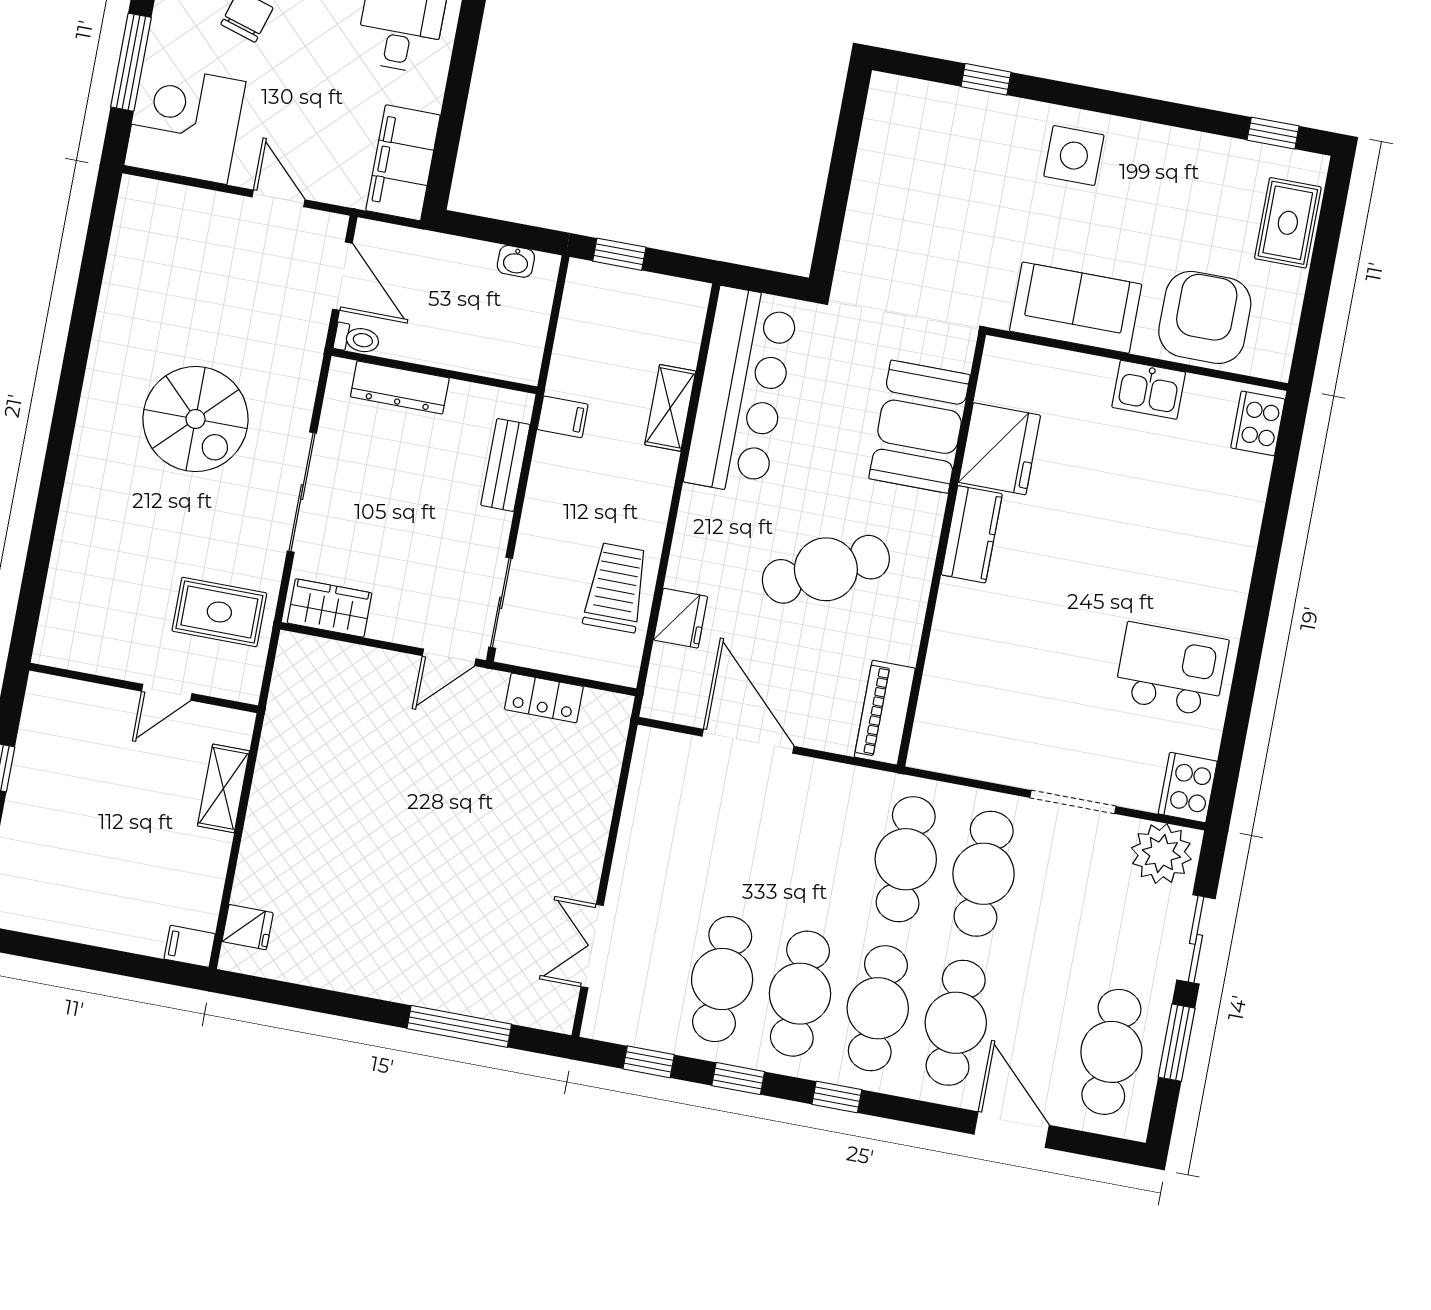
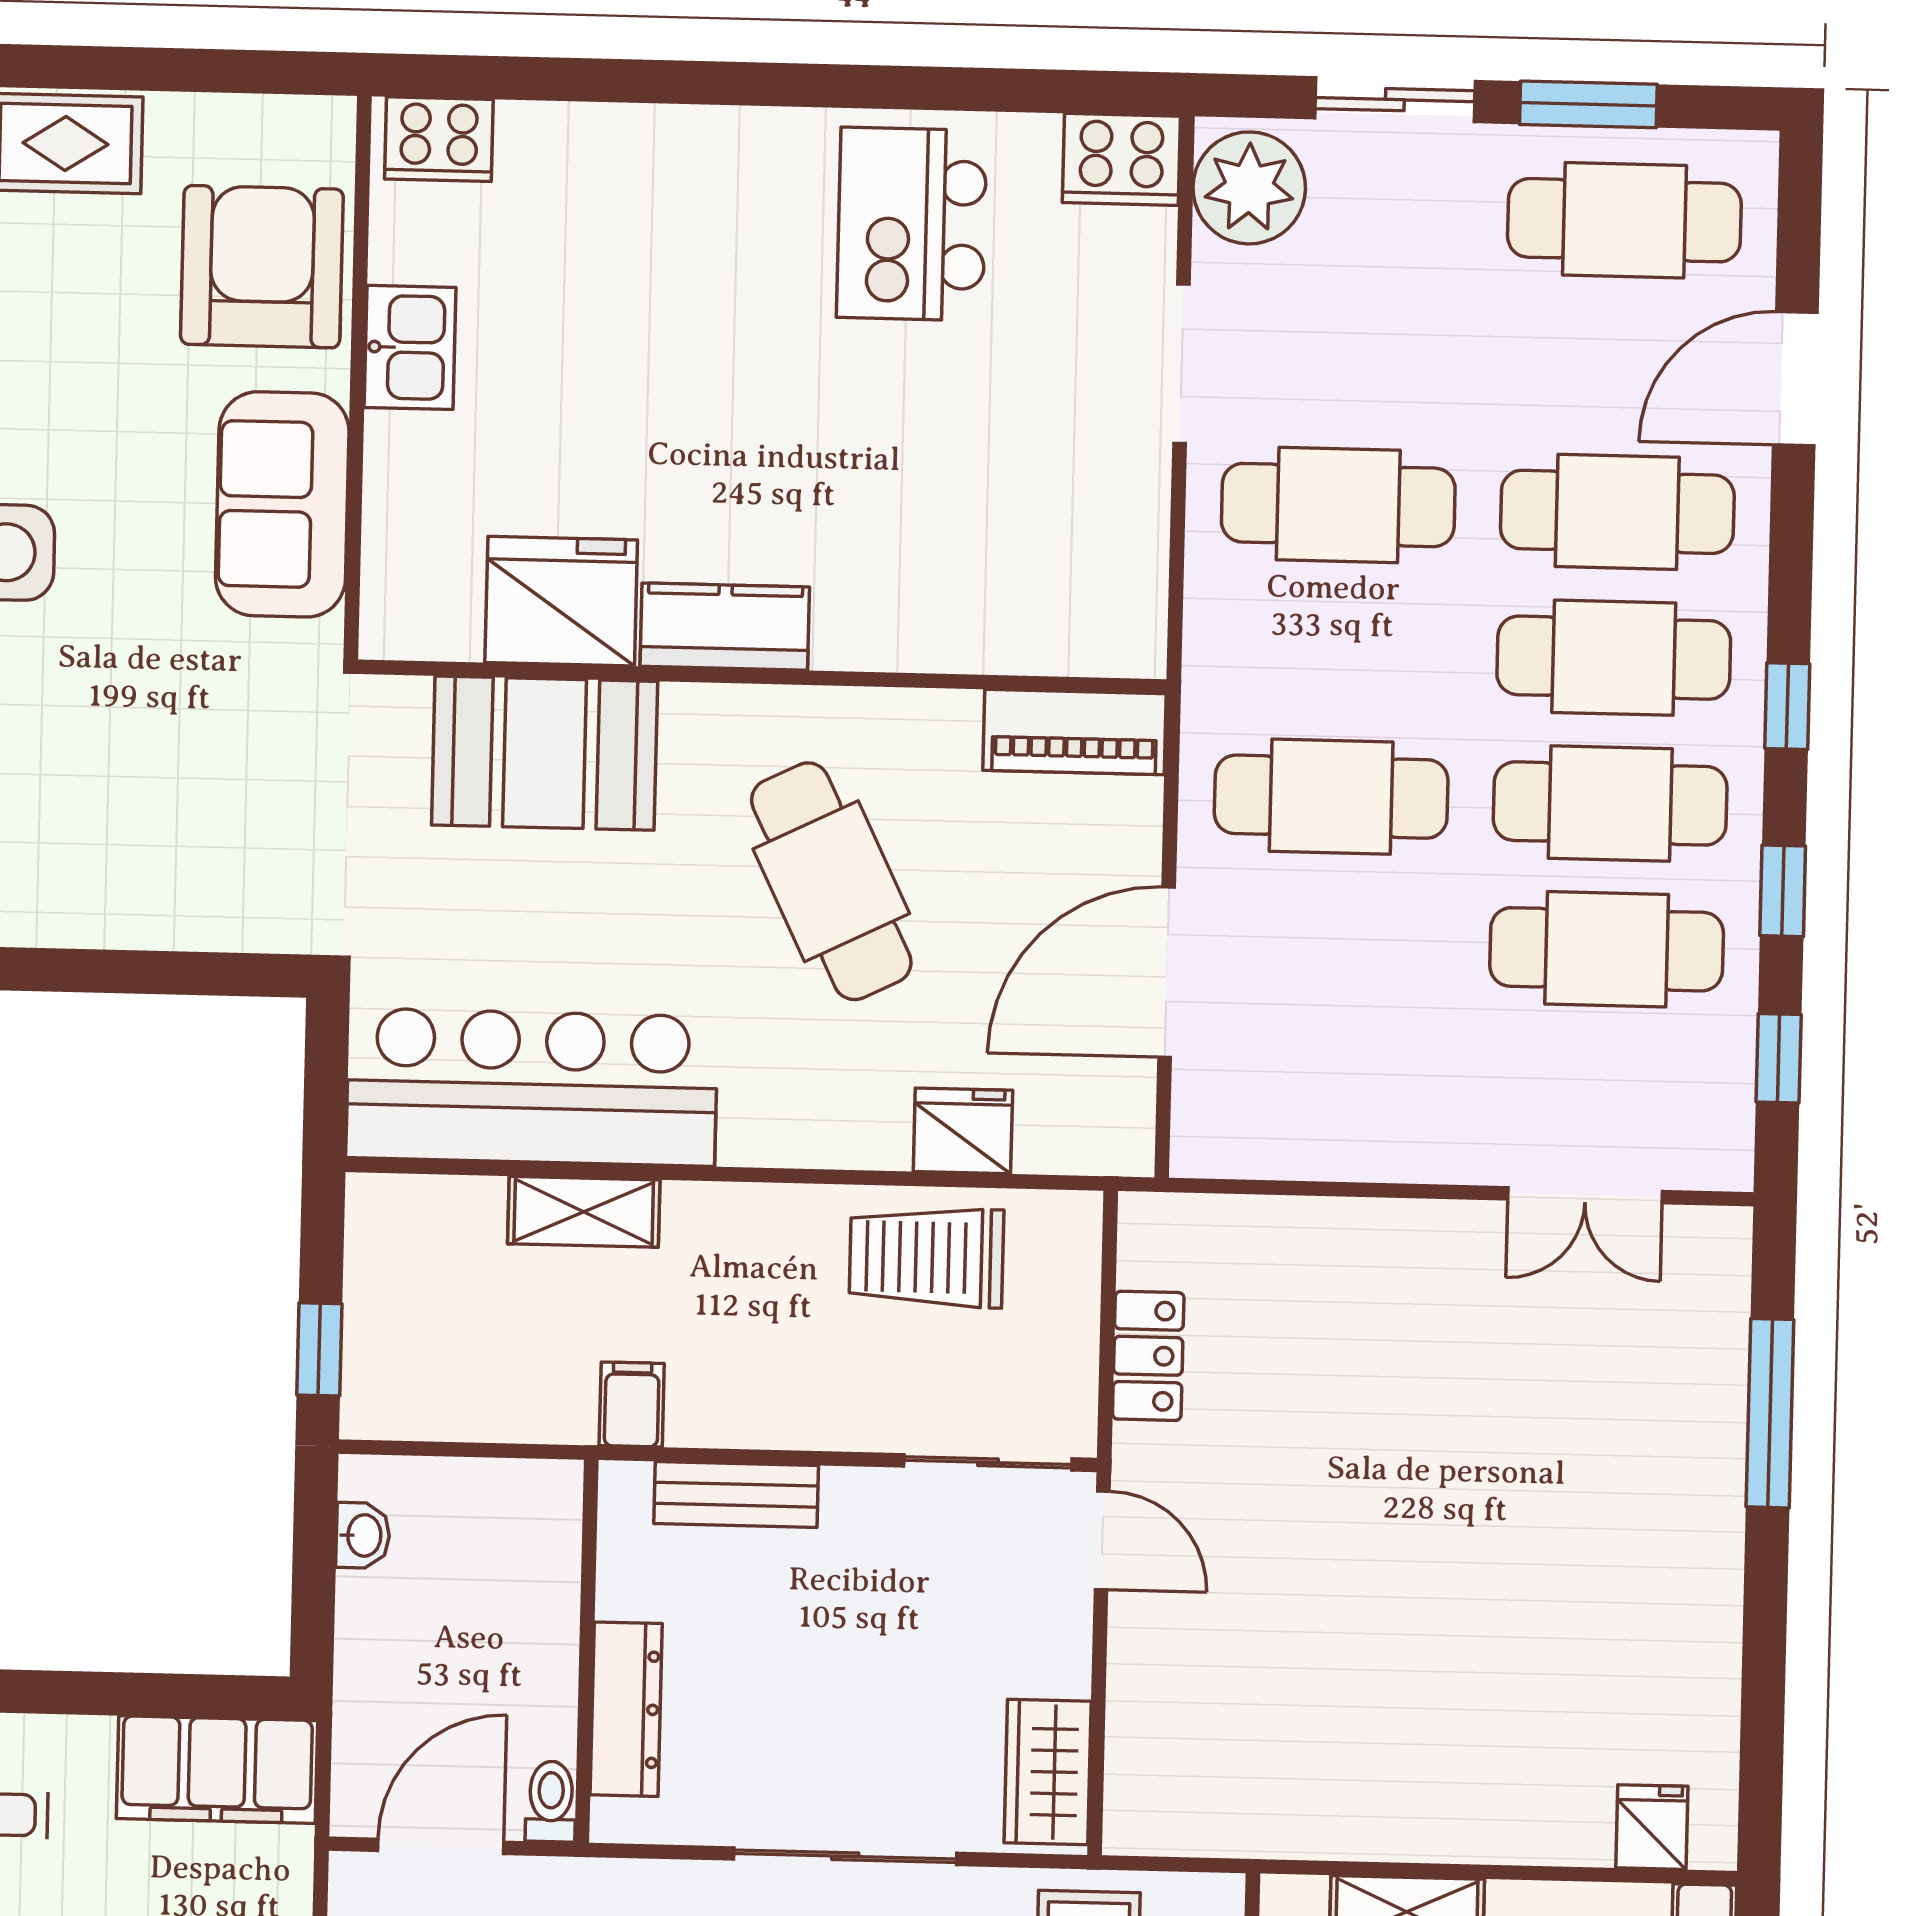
armchair: (1205, 317) -> (262, 267), turned 90
cafe table: (906, 859) -> (1331, 797), moved

